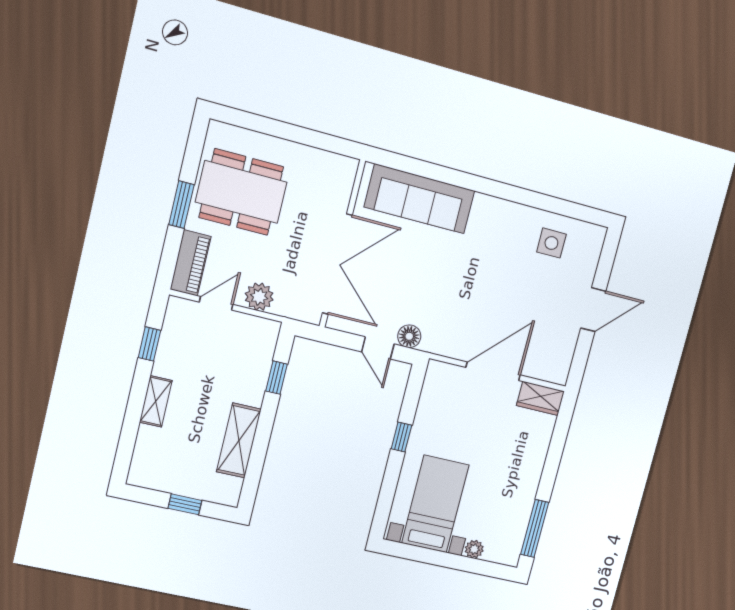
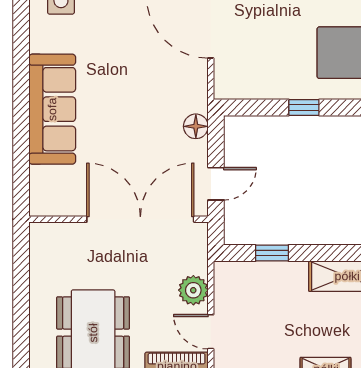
sofa: (420, 199) -> (52, 109), moved
door: (378, 348) -> (216, 184), moved

